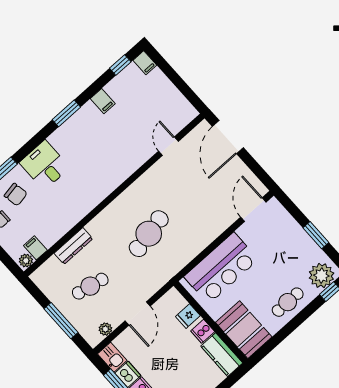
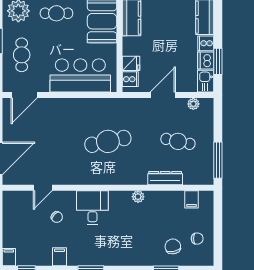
chair: (135, 132) -> (57, 217), added
desk: (45, 165) -> (92, 208), moved, turned 180
cafe table: (286, 241) -> (22, 55), added
plant: (26, 261) -> (138, 197), moved
window: (61, 321) -> (218, 160), moved
cooker: (203, 331) -> (130, 79), moved

